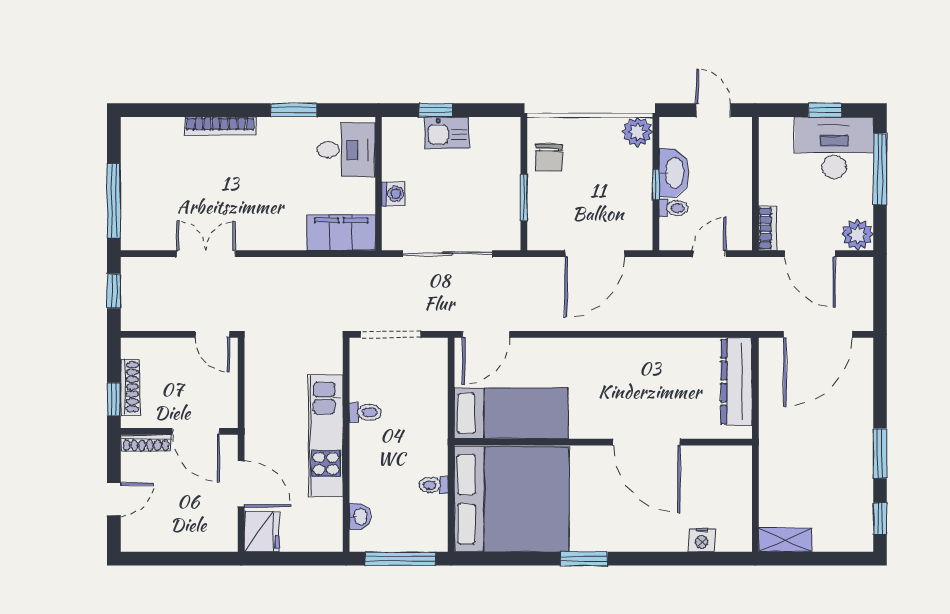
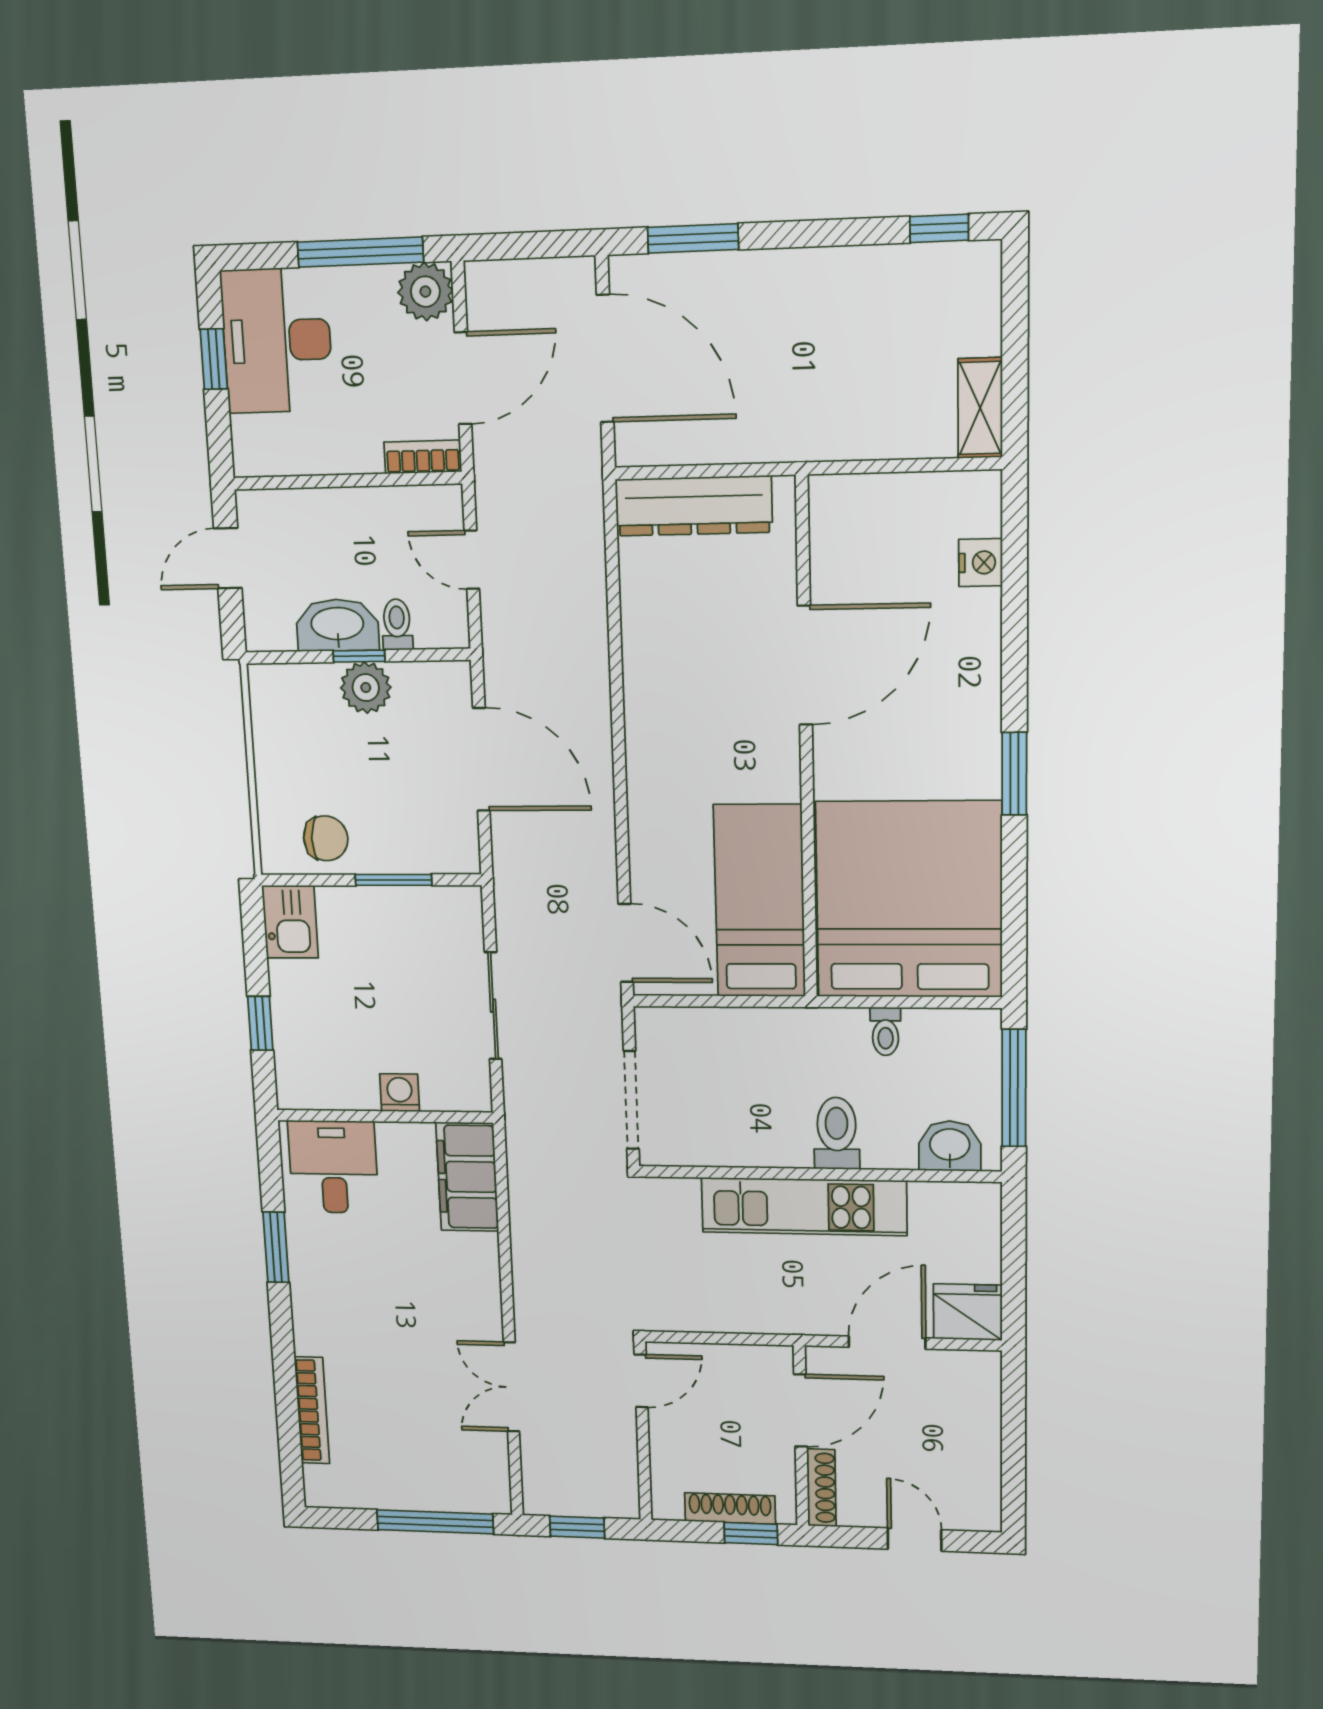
bookcase: (220, 126) -> (312, 1410), moved
plant: (638, 132) -> (366, 688), moved
kitchen sink: (447, 133) -> (290, 922), moved
window: (880, 169) -> (360, 252), moved
sliding door: (448, 254) -> (493, 1006), width x0.73
toilet: (365, 412) -> (837, 1133), moved, width x1.37, depth x1.39
window: (880, 453) -> (693, 238), moved
washbasin: (360, 517) -> (950, 1146), width x1.38, depth x1.45

